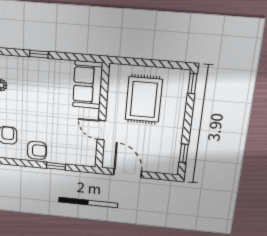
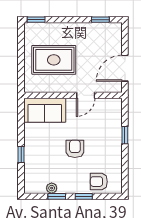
armchair: (37, 150) -> (75, 149), moved

